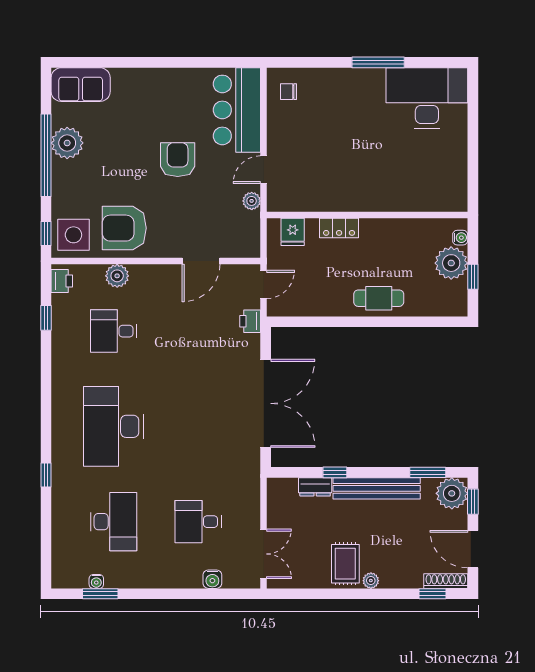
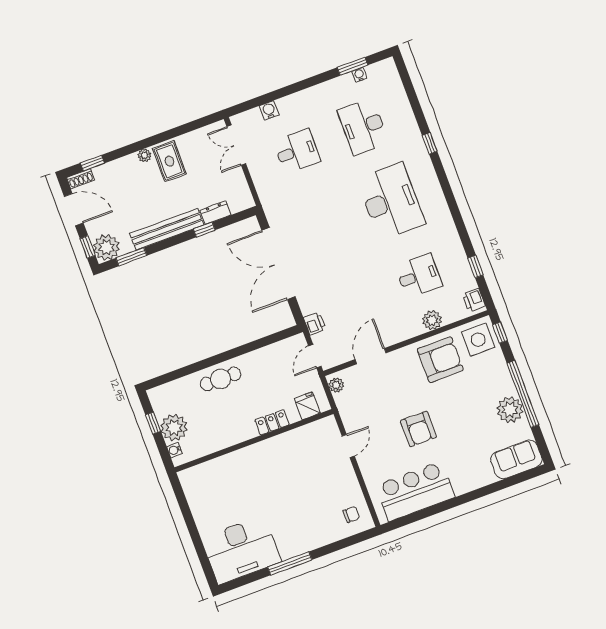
bar counter: (237, 110) -> (415, 491), moved, turned -90
plant: (252, 201) -> (336, 385), moved
shoe rack: (446, 581) -> (81, 179), width x0.70

